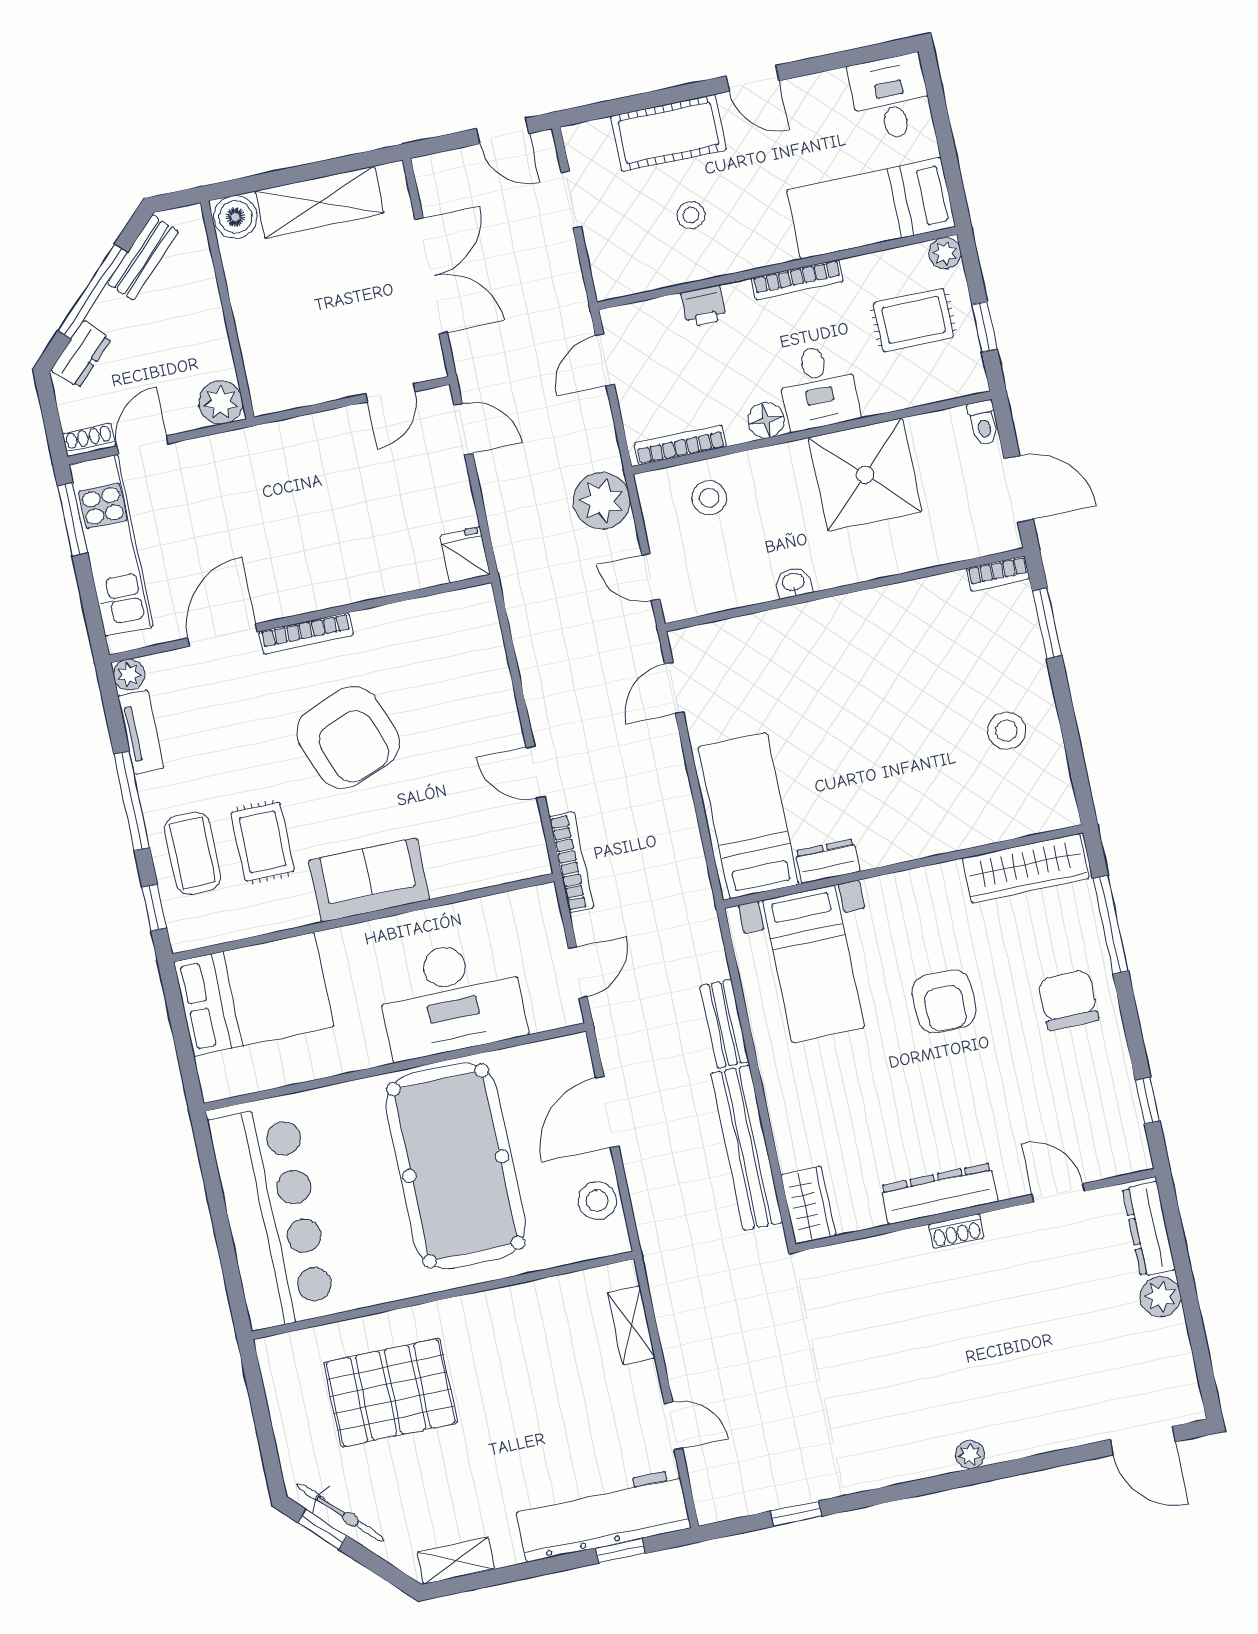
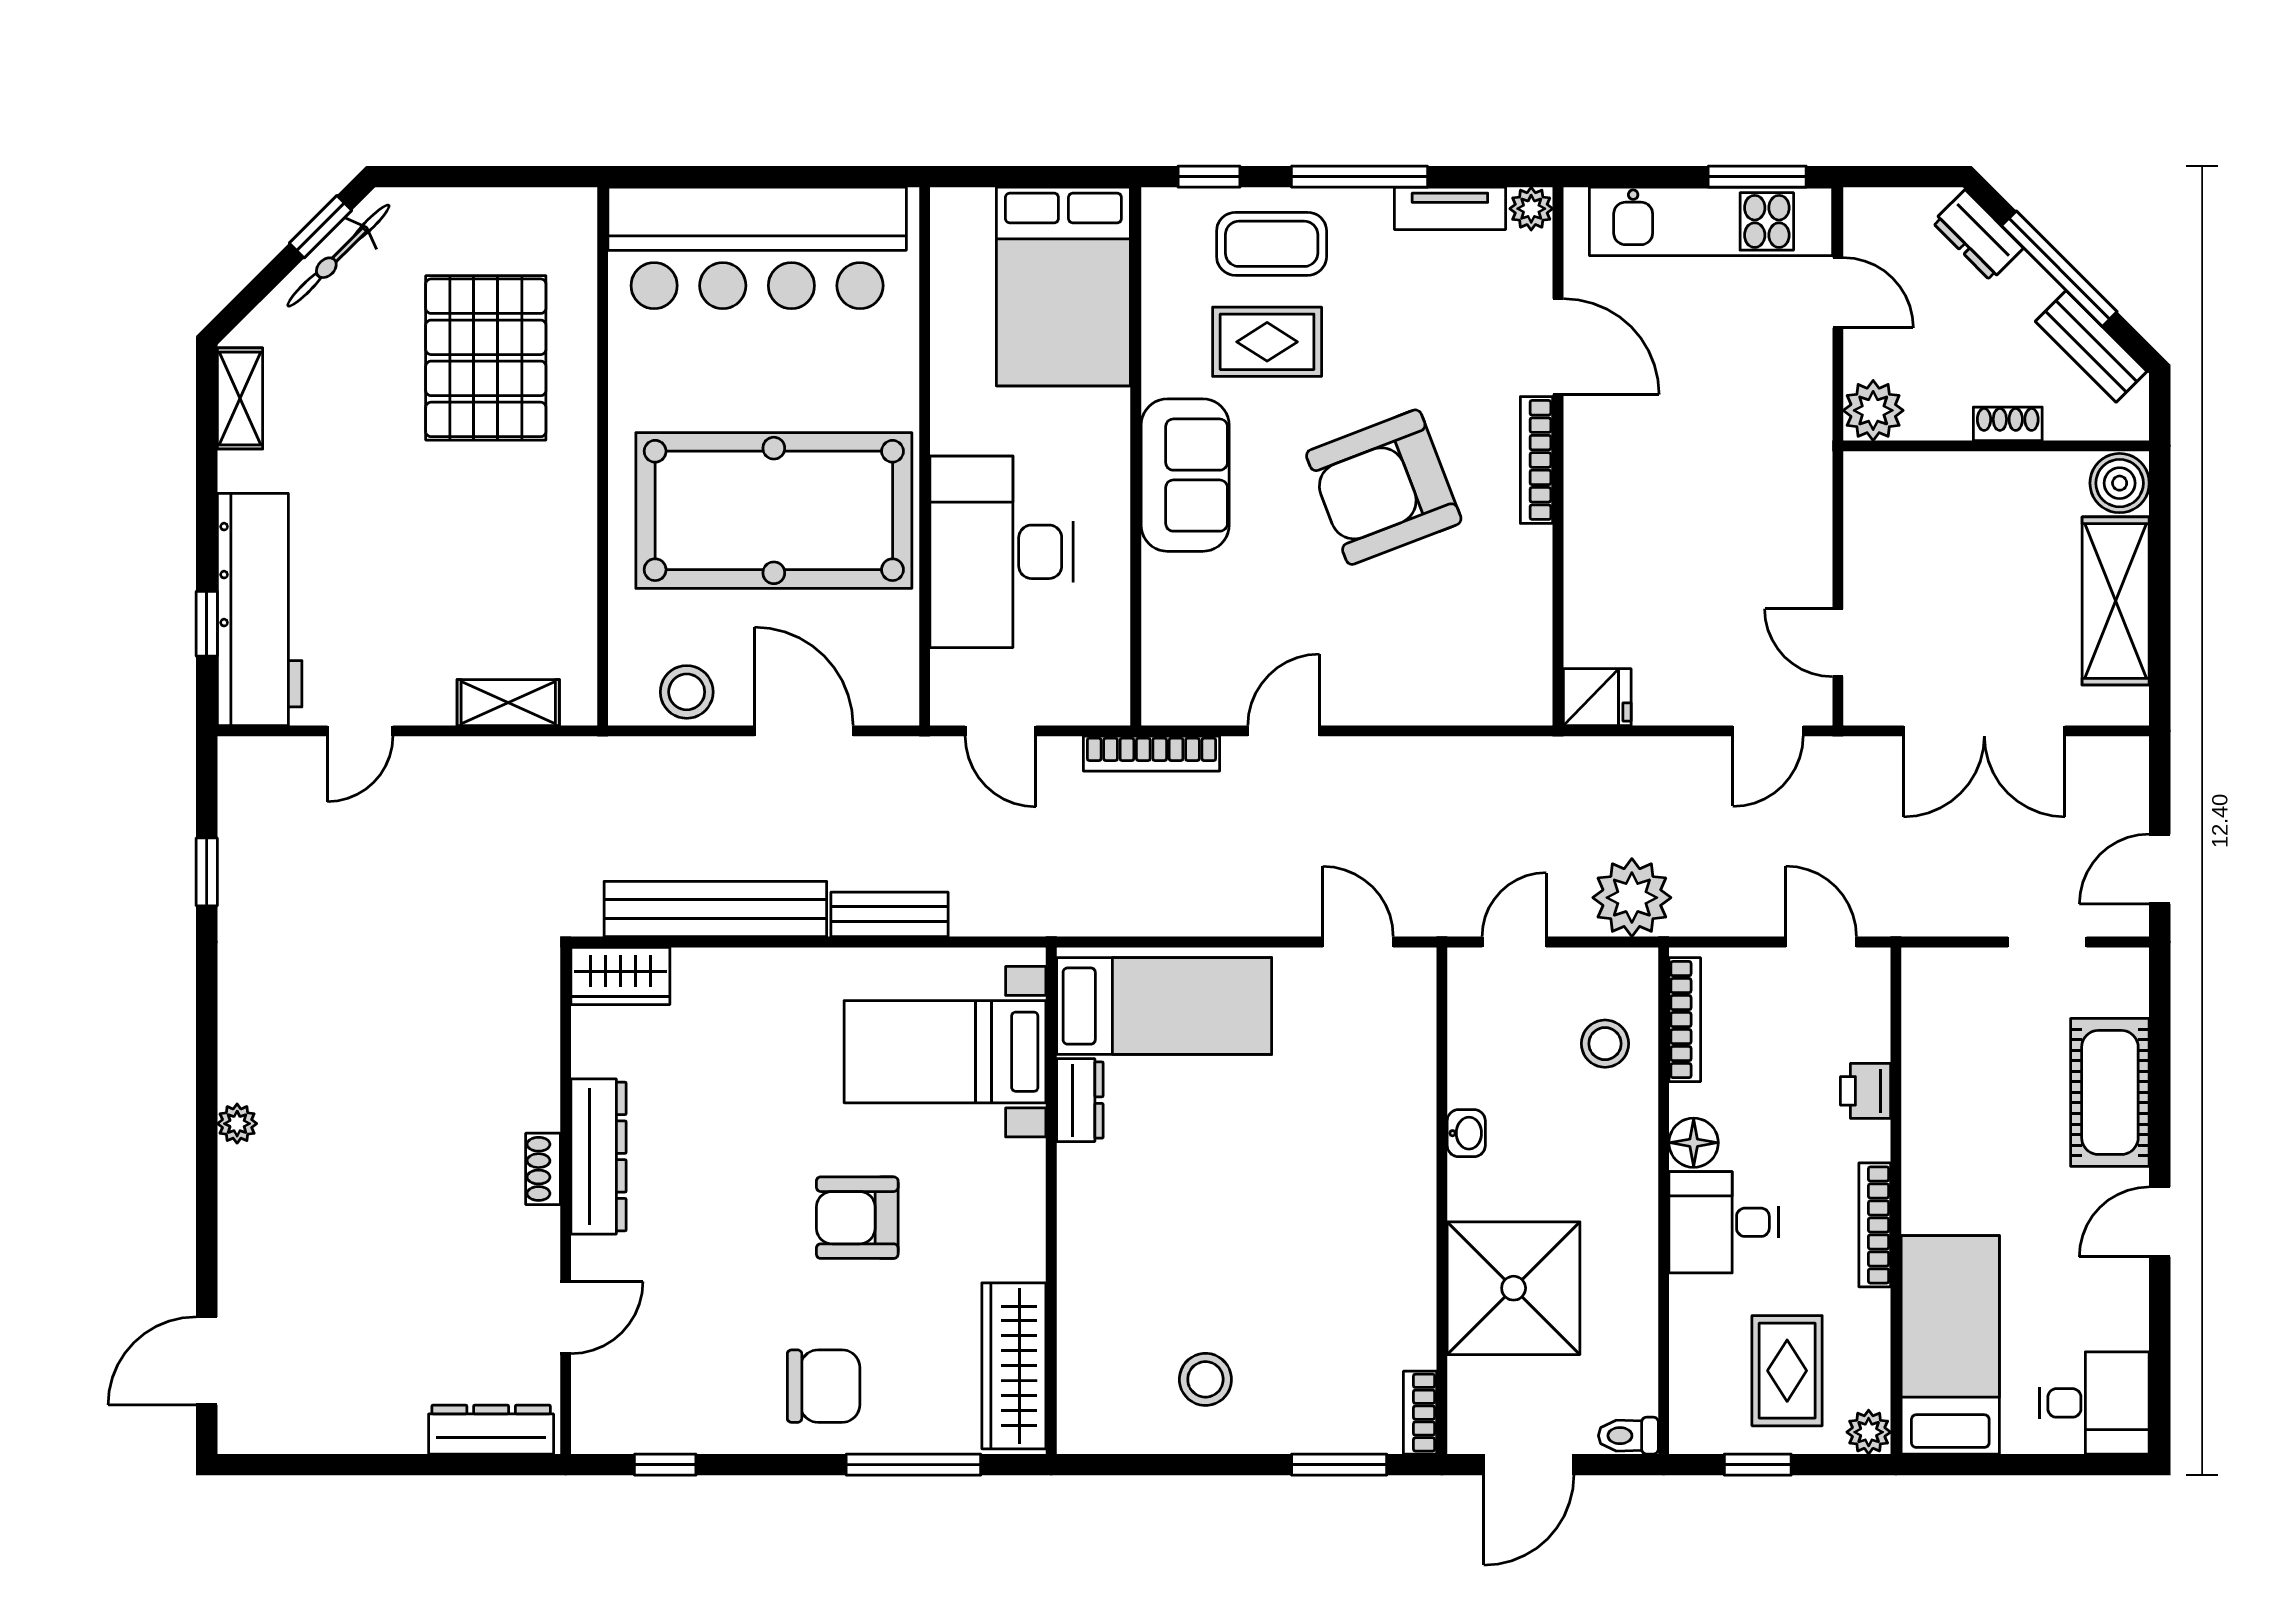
stool: (691, 215) -> (1992, 1099), removed
shoe rack: (89, 440) -> (2008, 424), moved, turned -90
shower: (865, 475) -> (1514, 1288), moved
plant: (1160, 1296) -> (396, 1426), removed

